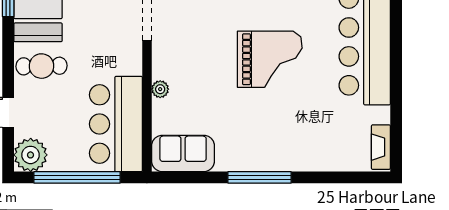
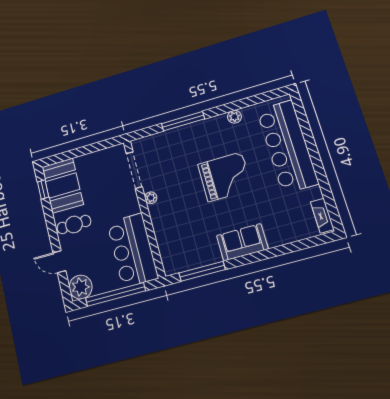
plant: (160, 89) -> (151, 198), moved
sofa: (183, 153) -> (242, 242), moved
window: (260, 177) -> (202, 271), moved

